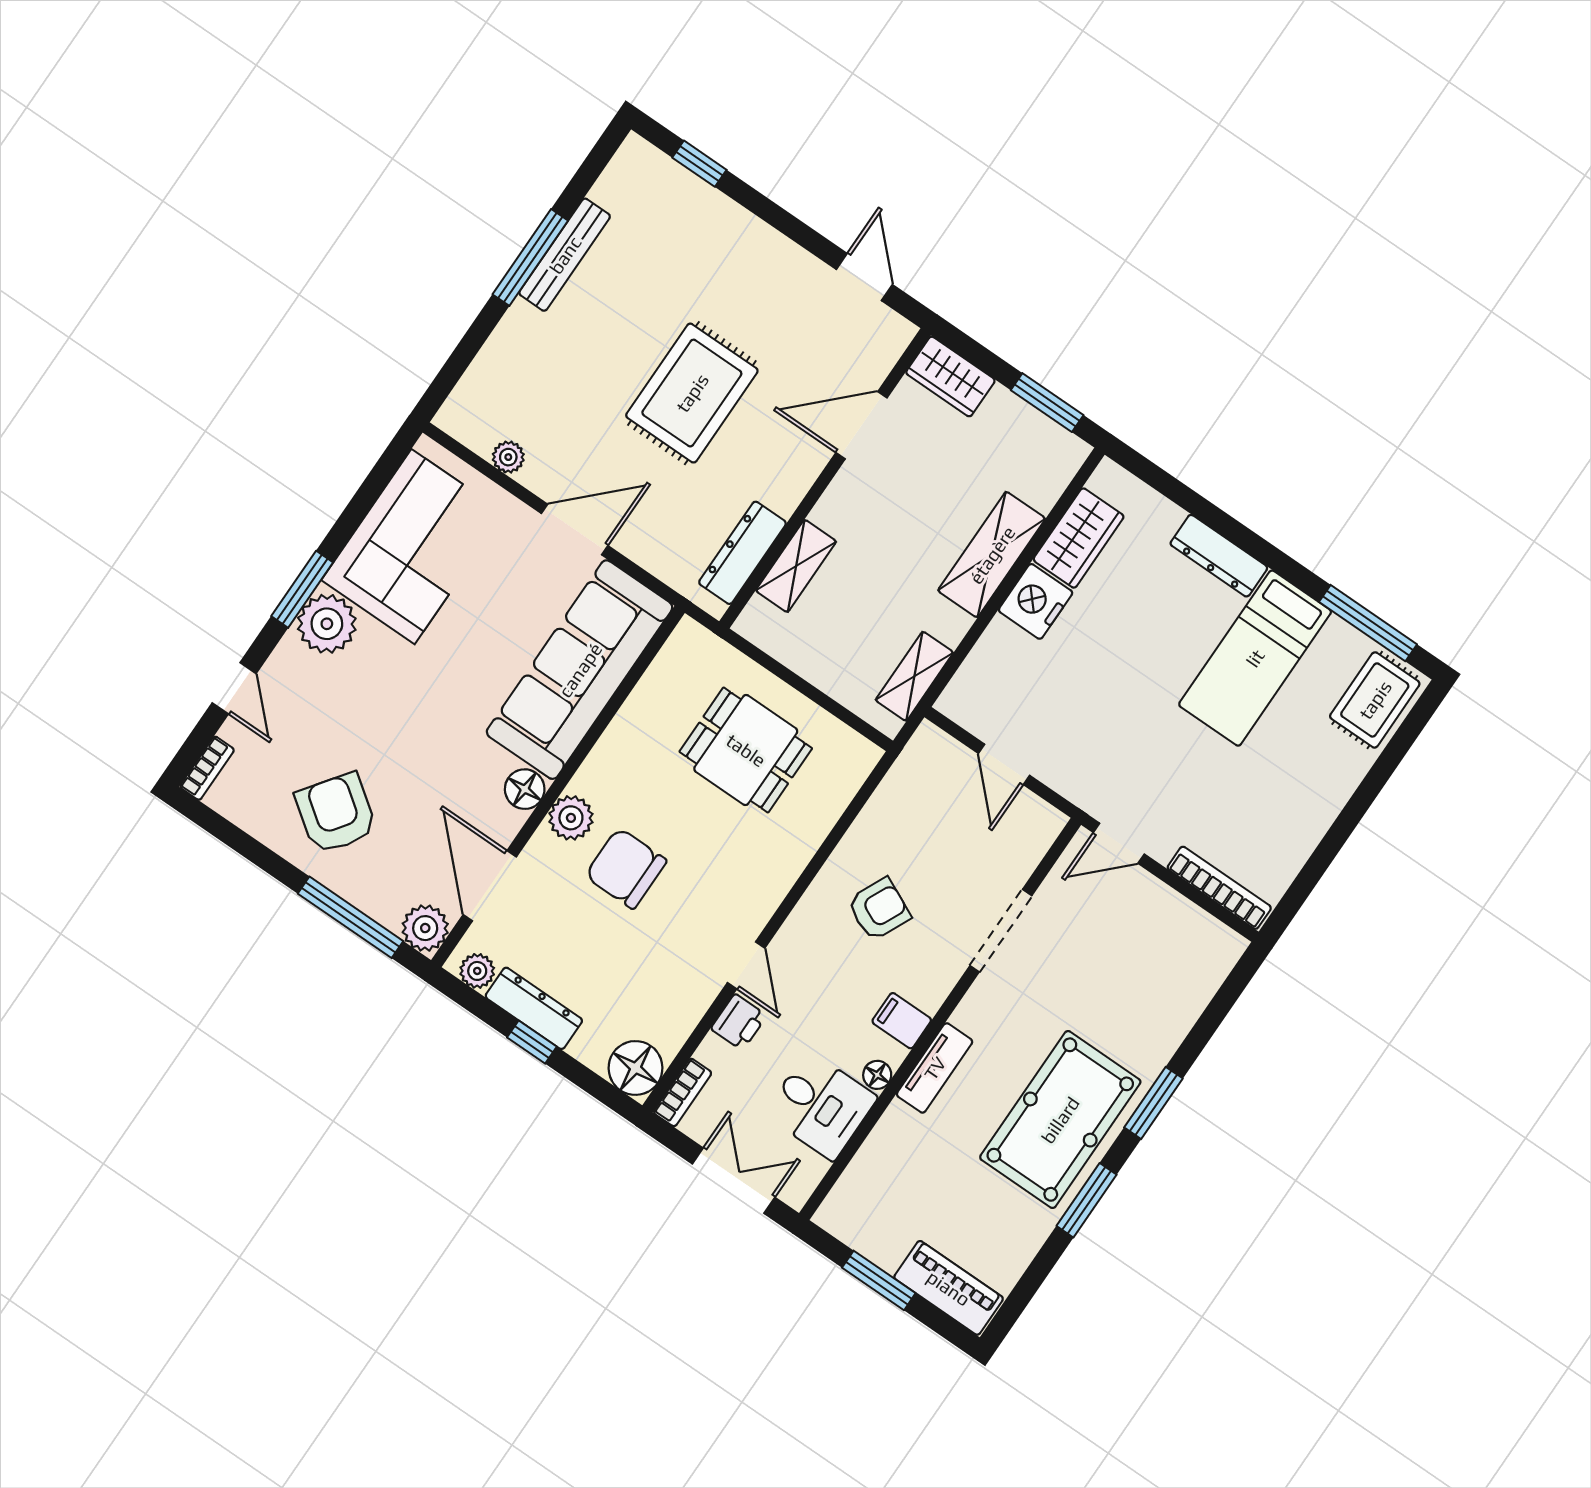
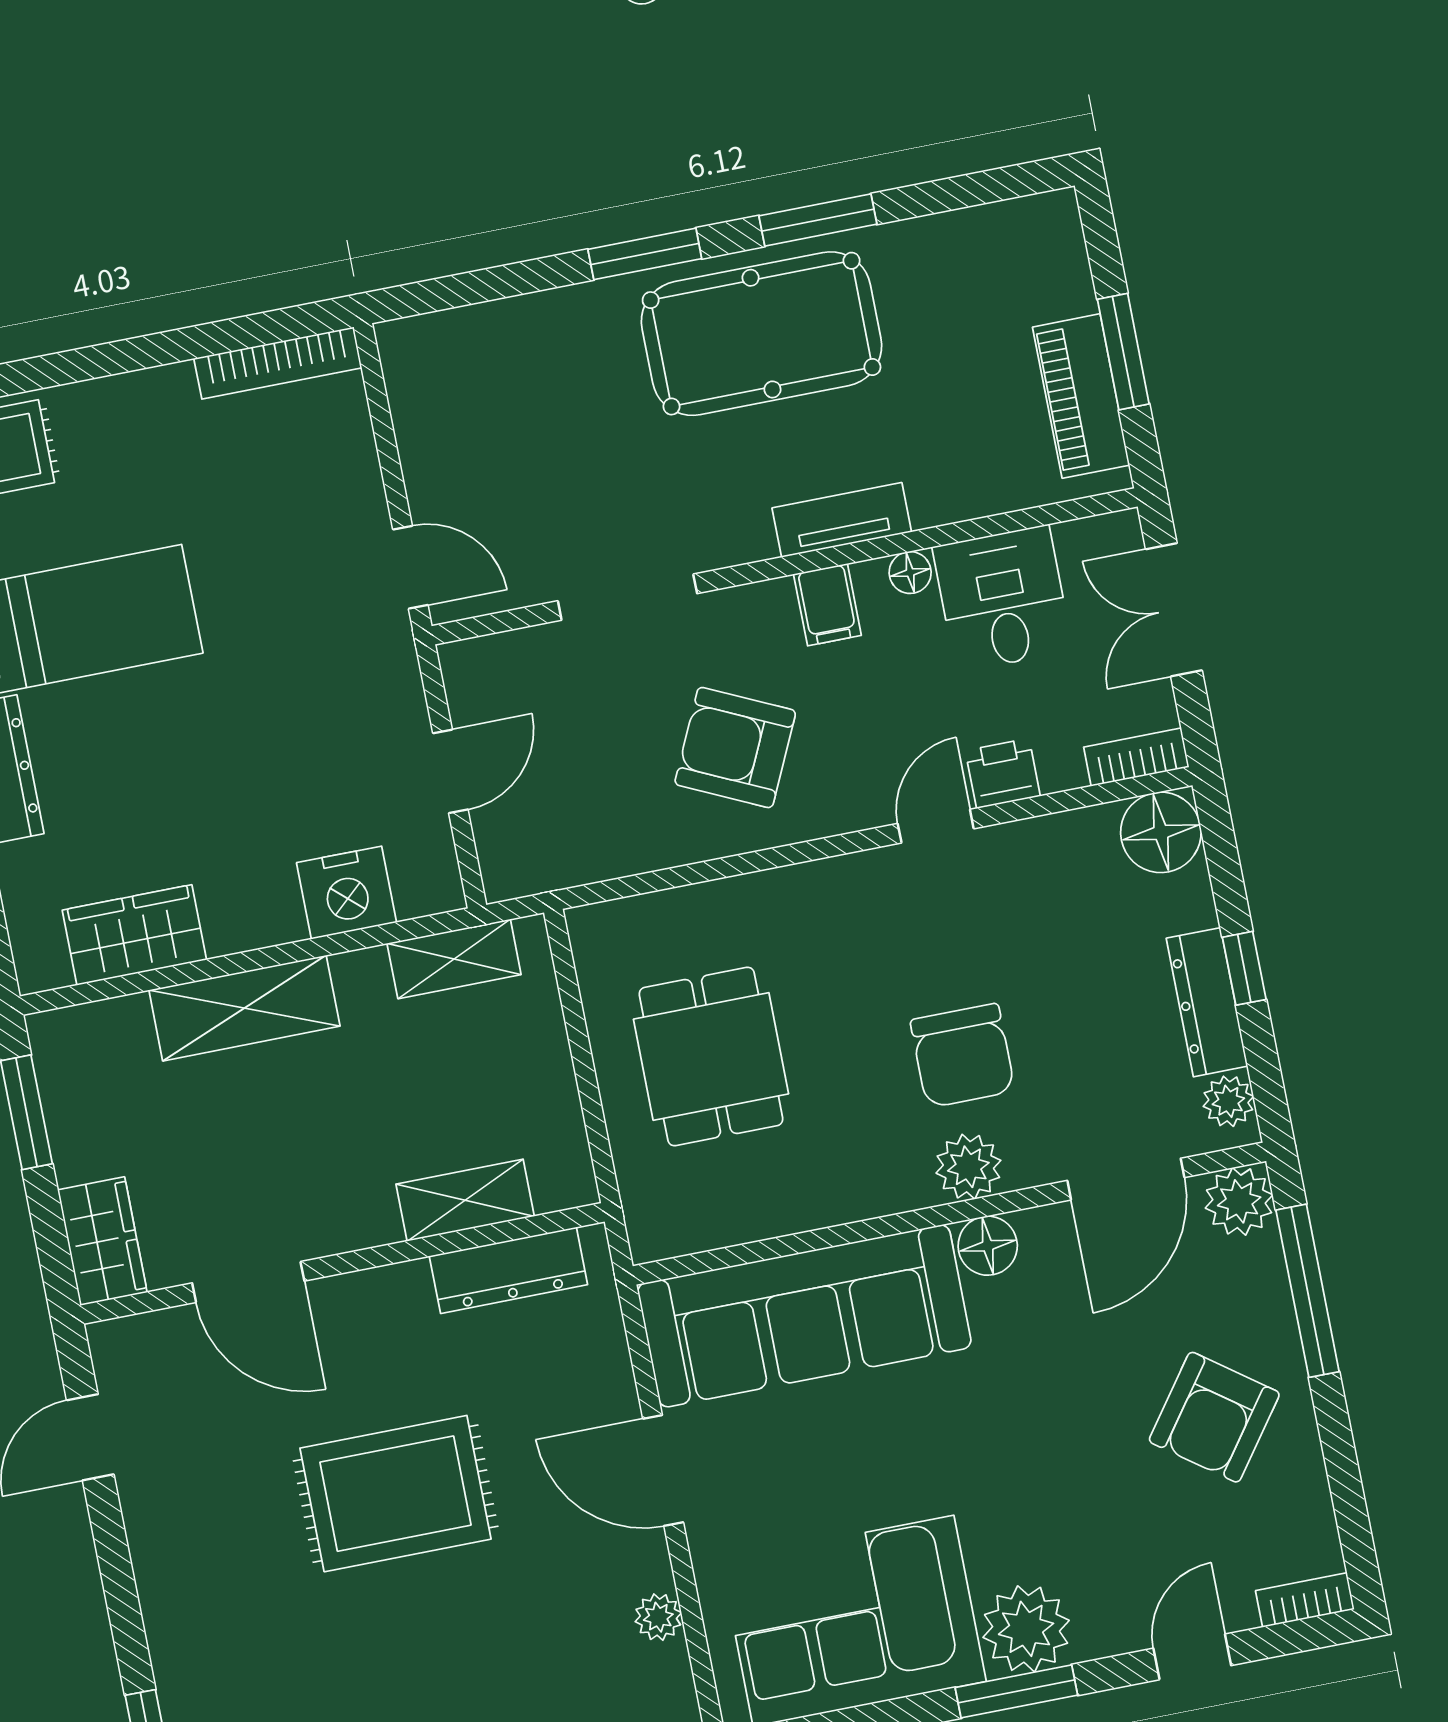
nightstand: (1036, 601) -> (347, 893), moved
bookcase: (1219, 888) -> (278, 363), moved, turned -90
armchair: (879, 909) -> (735, 748), width x1.38, depth x1.38
piano: (949, 1288) -> (1081, 396), moved

